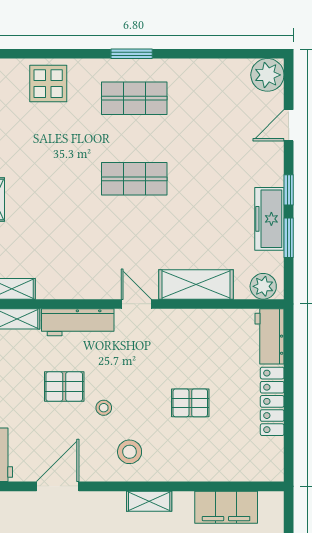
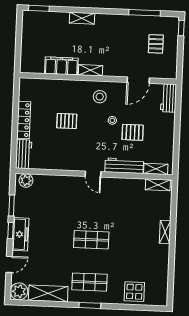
freezer: (269, 219) -> (20, 234), moved
shelving: (196, 284) -> (48, 293), moved
filing cabinet: (226, 507) -> (61, 66), moved

